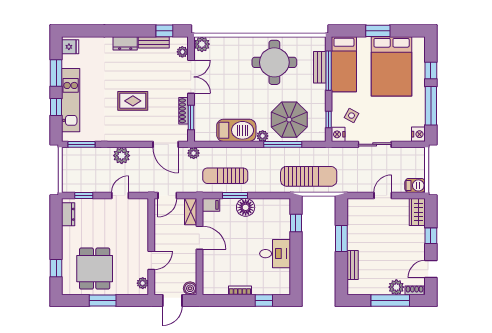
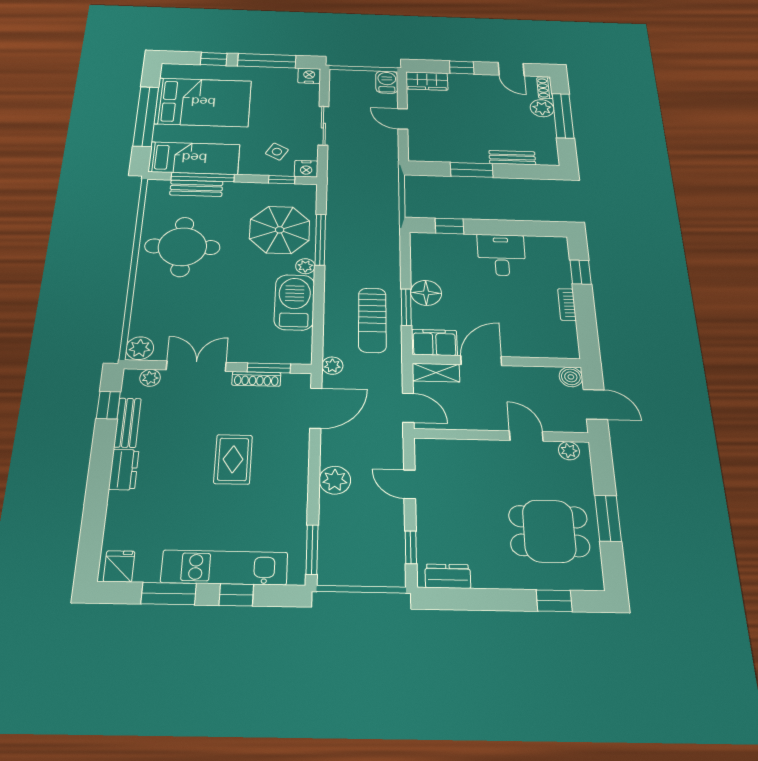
window: (378, 31) -> (146, 116), width x2.11
sun lounger: (309, 176) -> (373, 207), removed
filing cabinet: (211, 205) -> (434, 342), width x2.00

